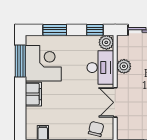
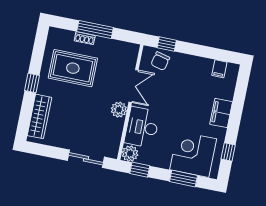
window: (20, 61) -> (228, 152), width x0.46
corner desk: (43, 63) -> (193, 154), moved, turned 90
plant: (124, 66) -> (119, 110), moved

